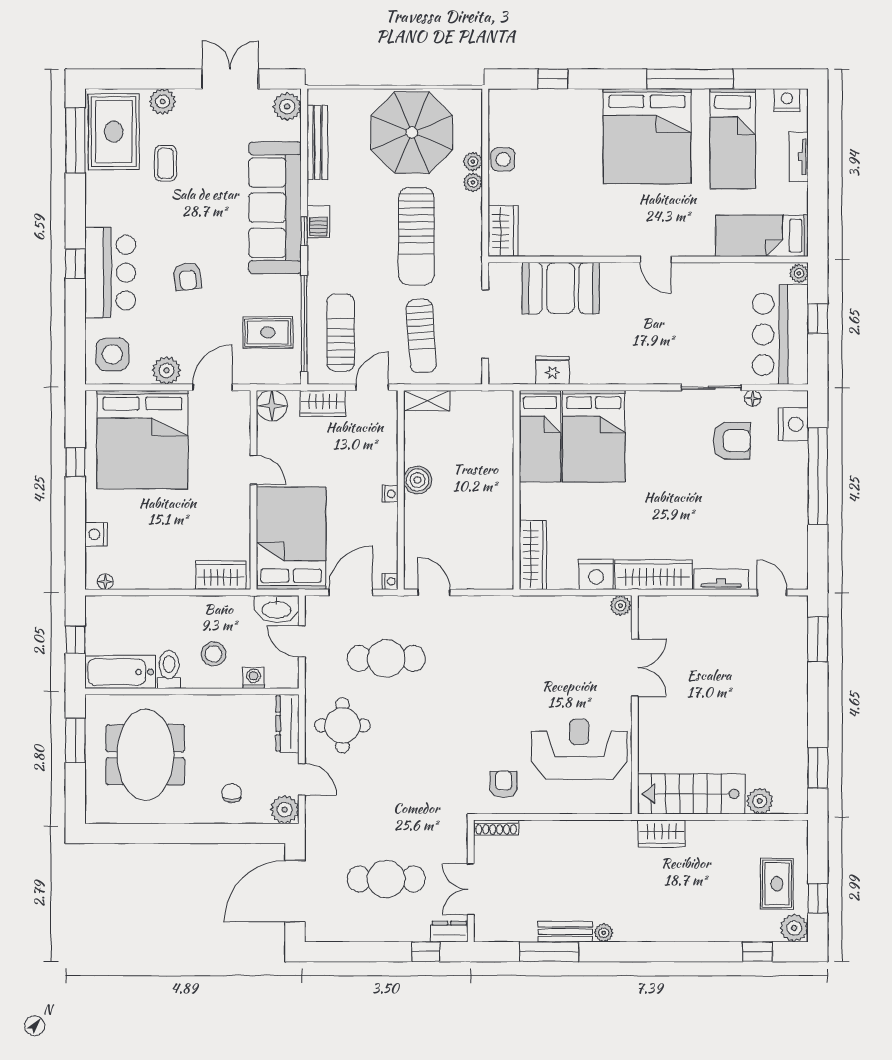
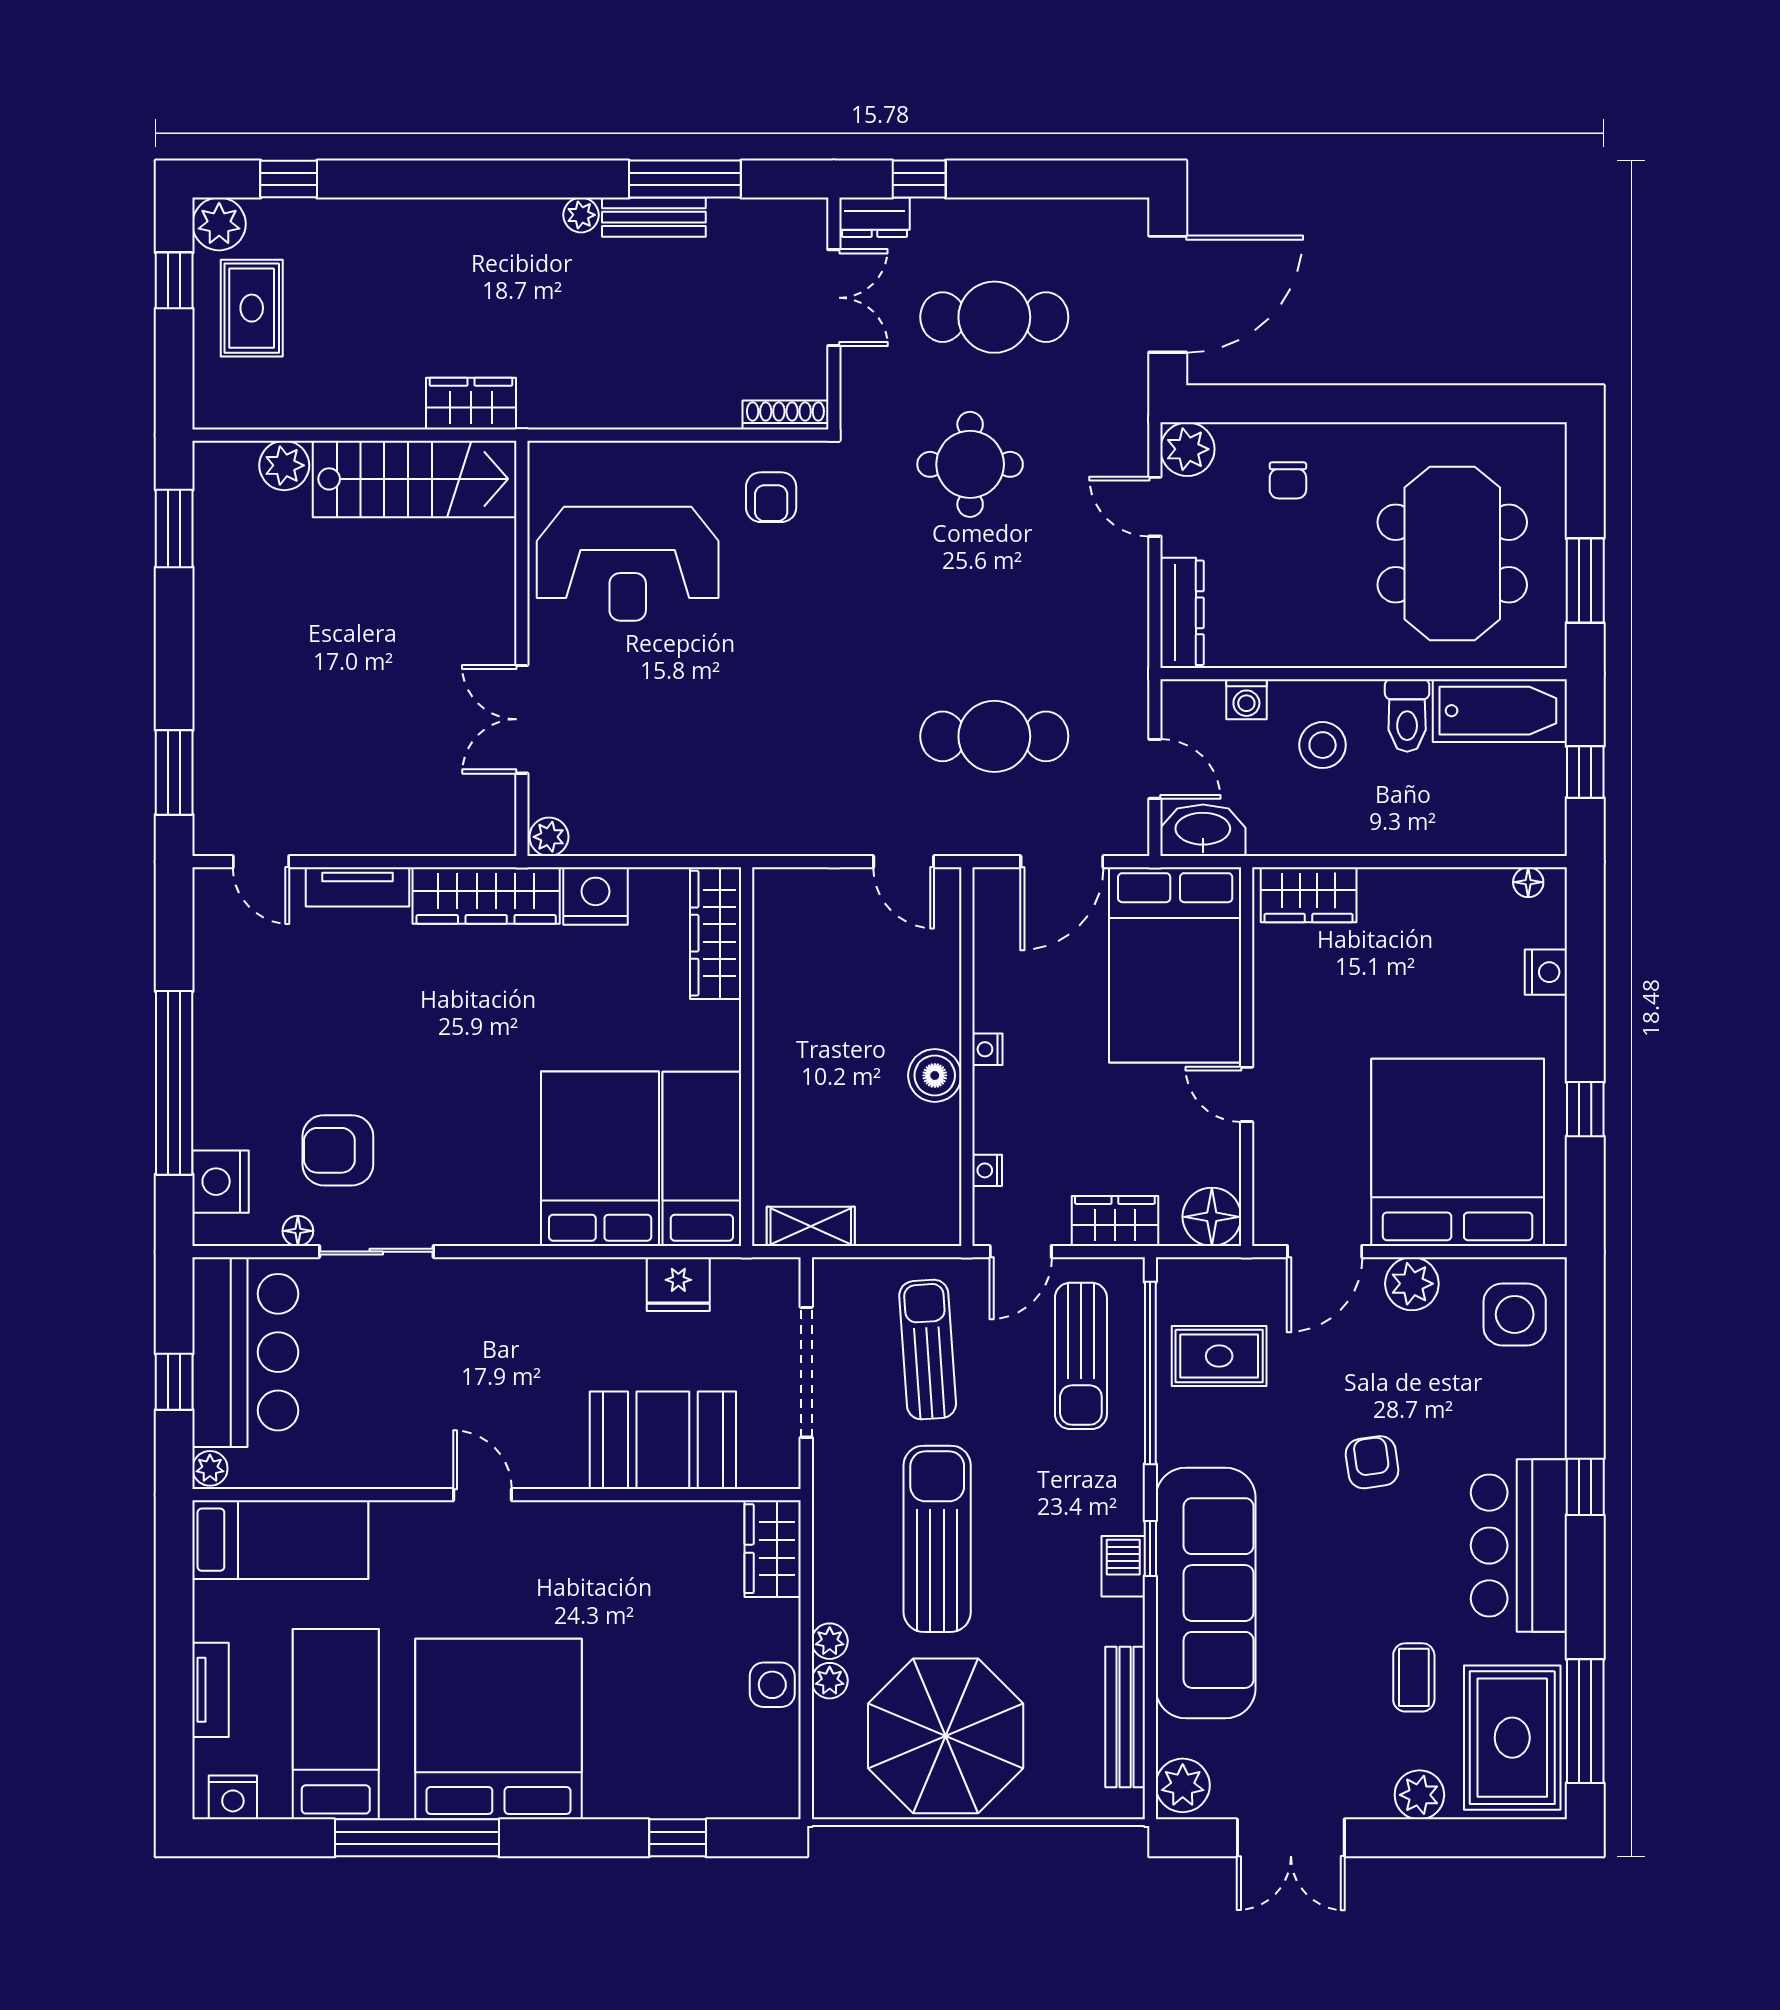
bar counter: (110, 273) -> (1519, 1546), moved
shelving: (427, 401) -> (811, 1226), moved
nightstand: (390, 581) -> (987, 1170), moved
round table: (342, 725) -> (970, 464), moved

